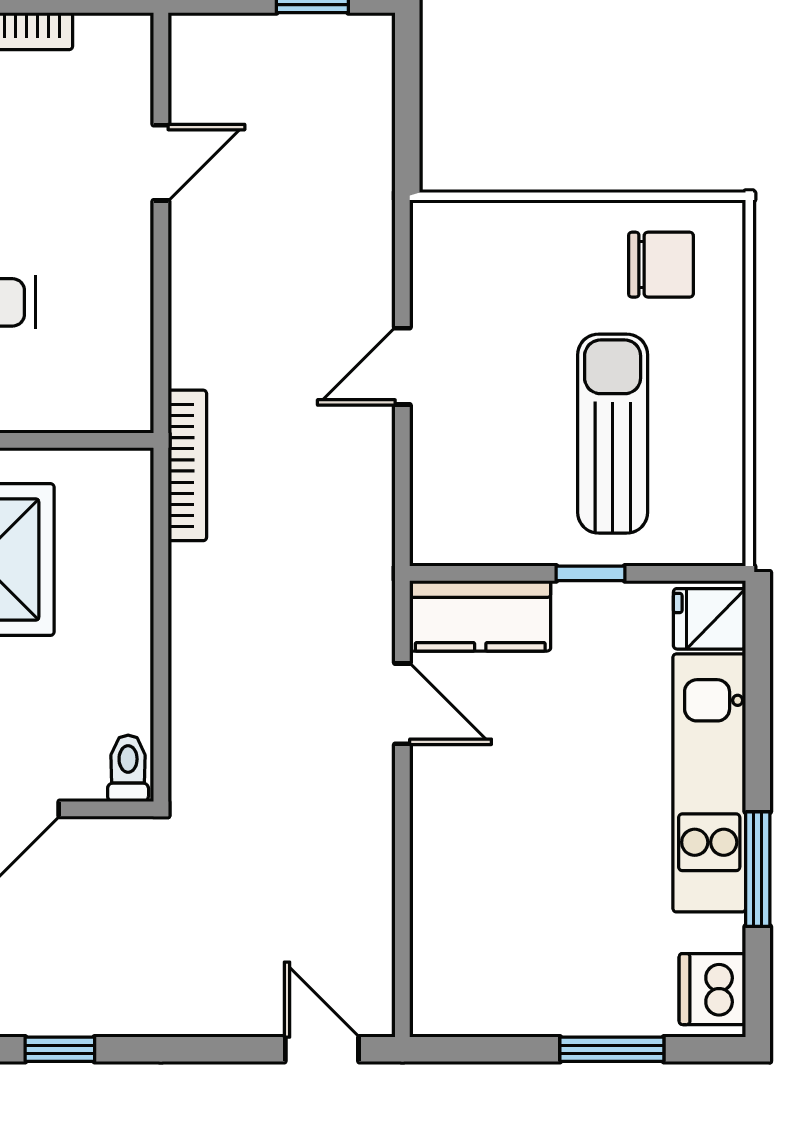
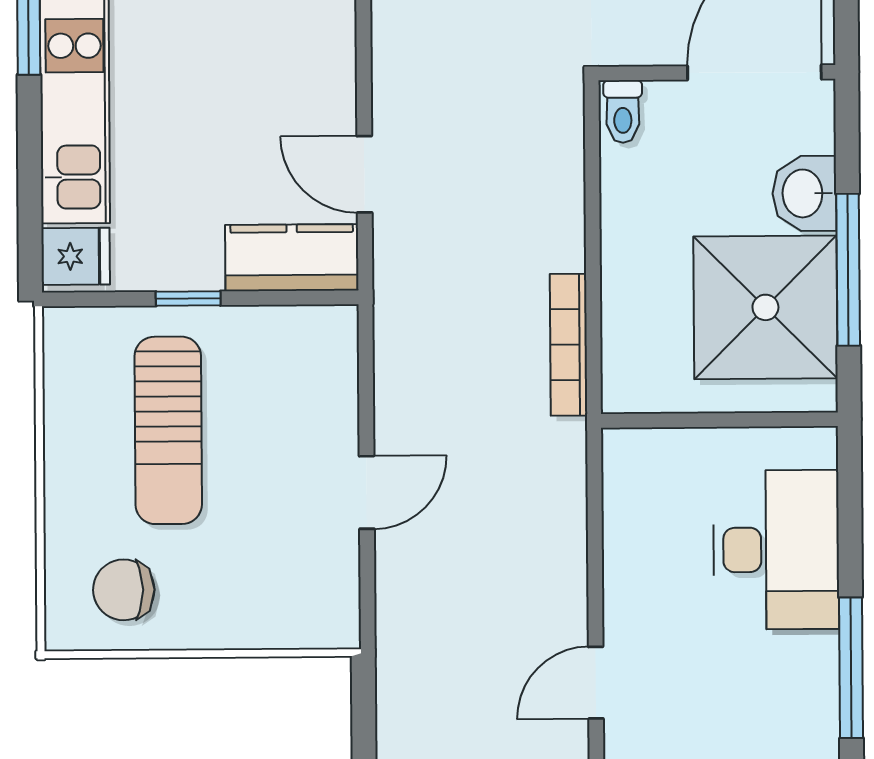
bookcase: (187, 465) -> (569, 345), moved

